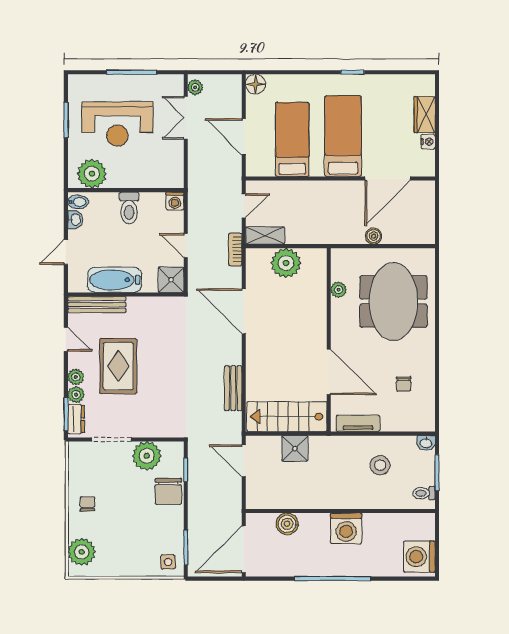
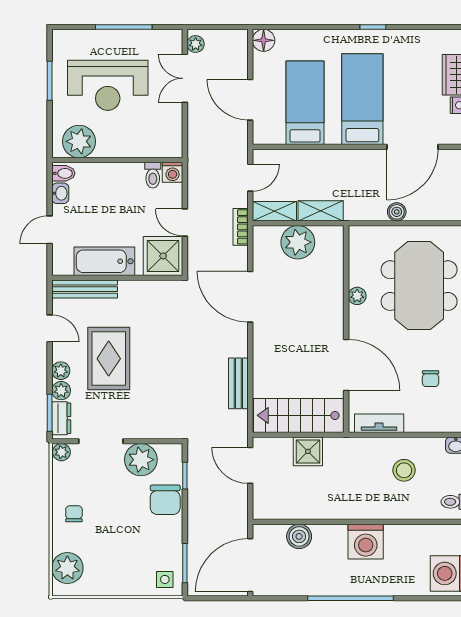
toilet: (129, 208) -> (153, 175), moved, width x0.73, depth x0.72
shelving: (306, 235) -> (321, 211), added
shower: (171, 280) -> (163, 256), width x1.36, depth x1.36
plant: (339, 290) -> (357, 296), moved
plant: (76, 449) -> (61, 452), added

